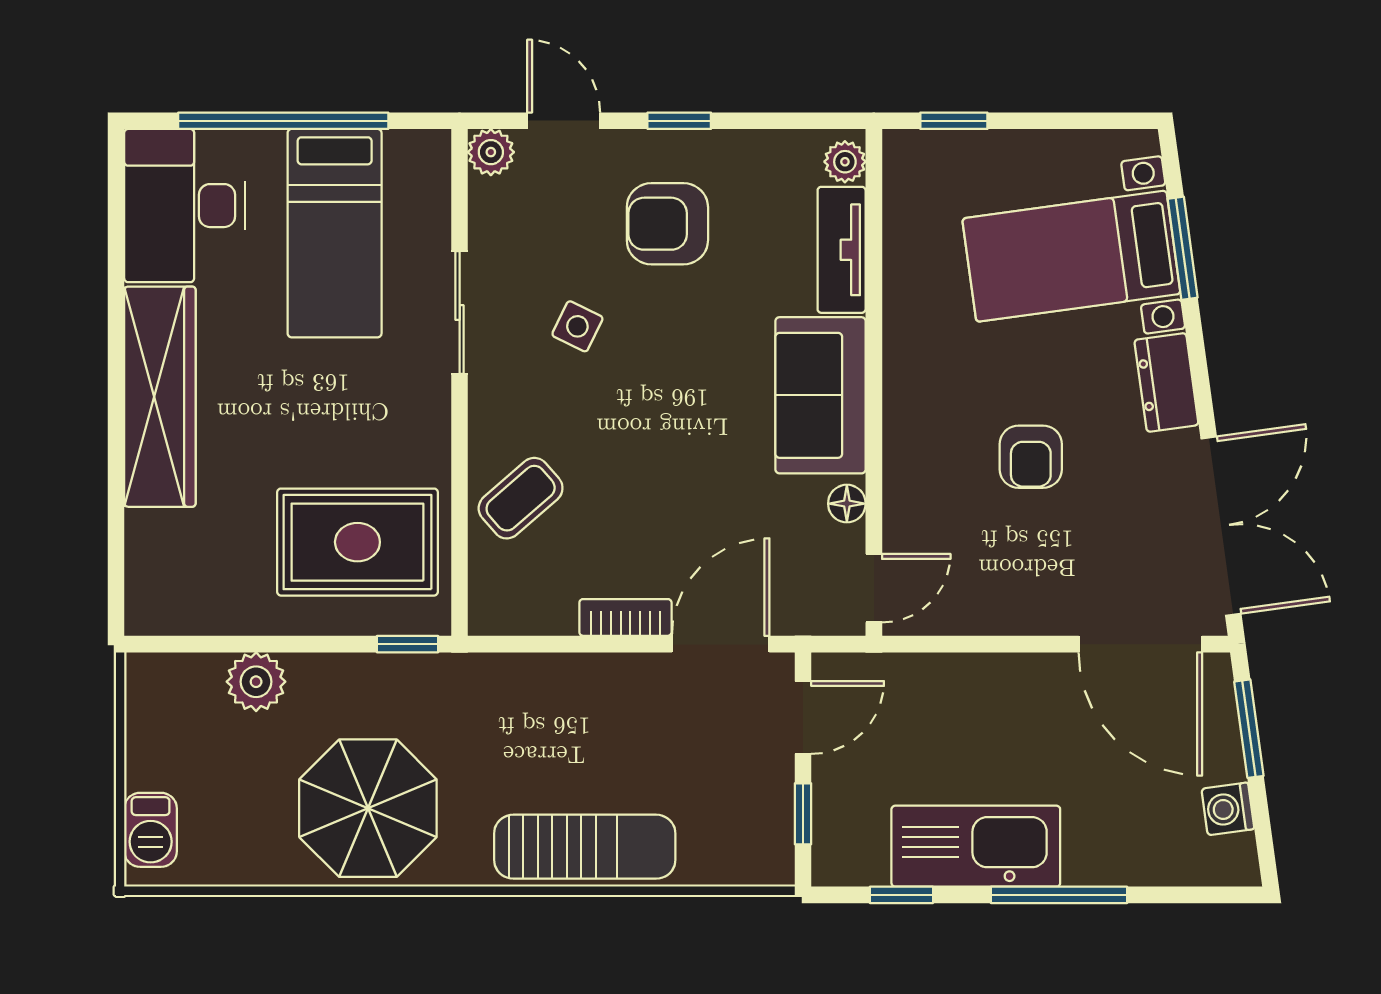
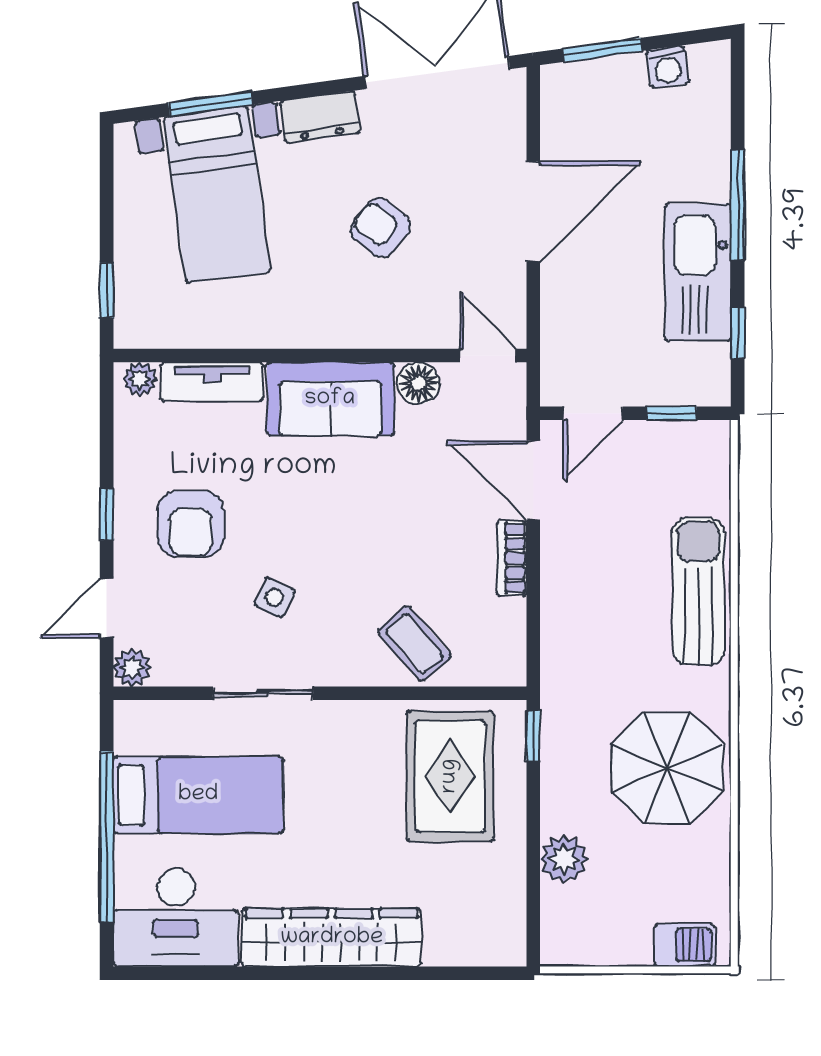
armchair: (1031, 457) -> (380, 228), turned -141
floor lamp: (847, 504) -> (419, 383), width x1.37, depth x1.37
door: (1140, 644) -> (533, 211), moved
door: (803, 718) -> (593, 413), swing flipped

